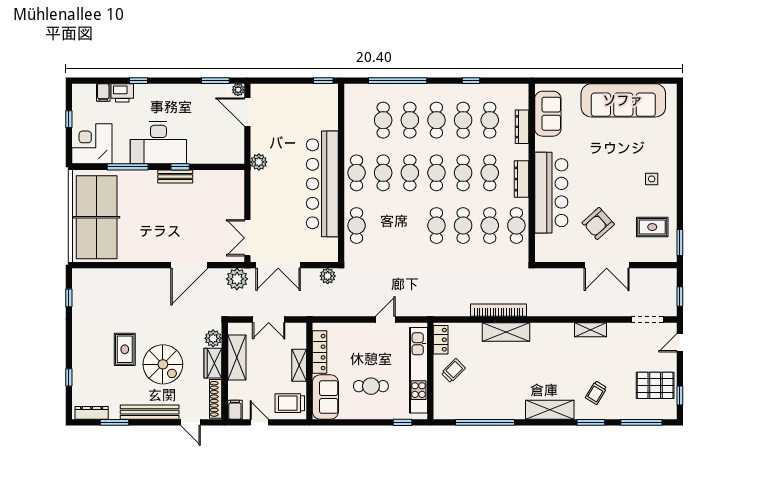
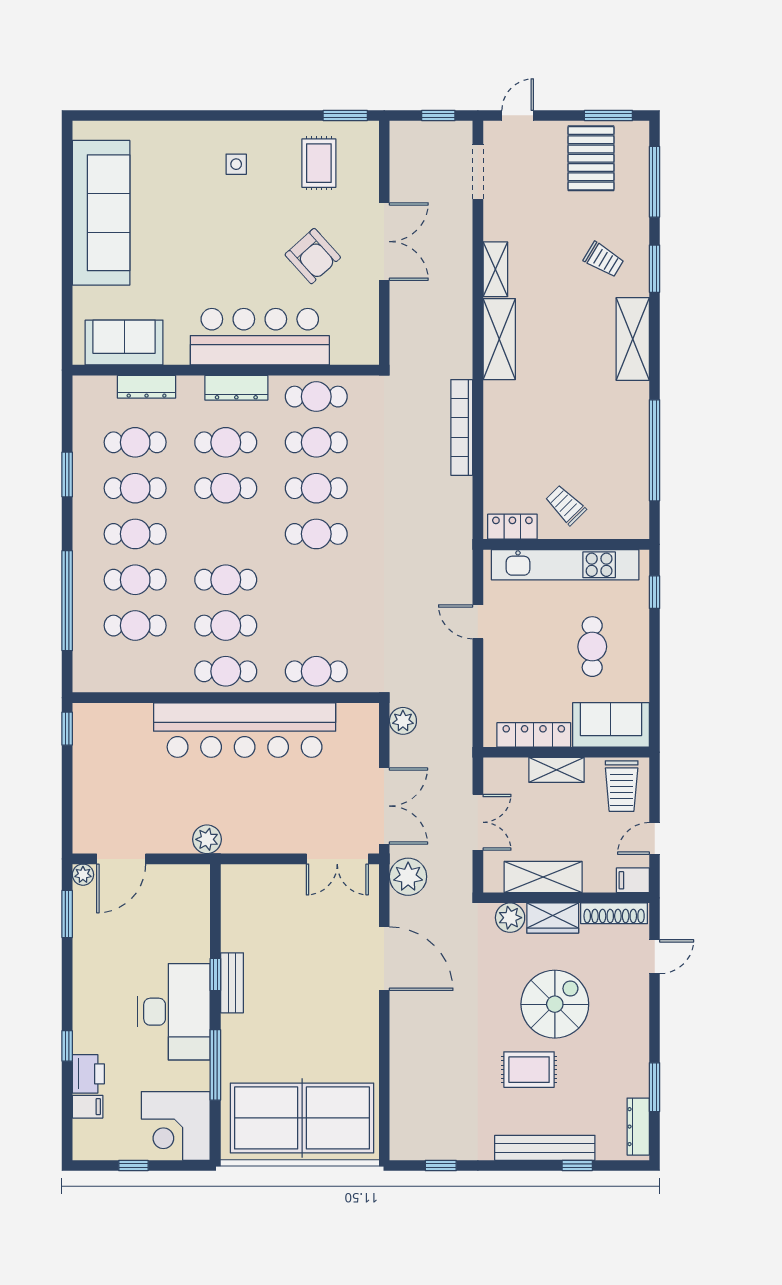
window: (471, 81) -> (67, 474), width x1.50
cafe table: (436, 173) -> (226, 534), removed
shelving: (506, 332) -> (499, 339), moved
door: (680, 343) -> (518, 115), swing flipped
window: (680, 396) -> (608, 115), width x1.50
bench: (150, 412) -> (545, 1148), moved, turned 90

